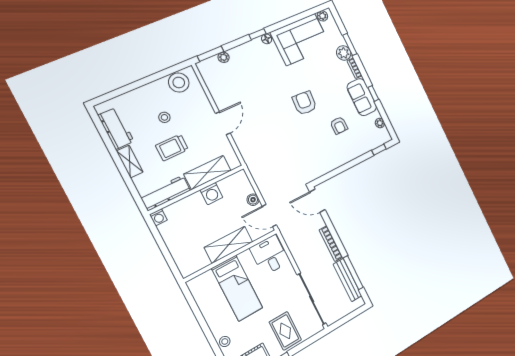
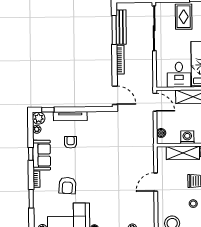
plant: (344, 53) -> (39, 118), moved
armchair: (304, 103) -> (67, 186), moved
tv unit: (353, 154) -> (70, 116), added
boiler: (253, 200) -> (161, 133), moved
desk: (269, 255) -> (179, 75), moved

